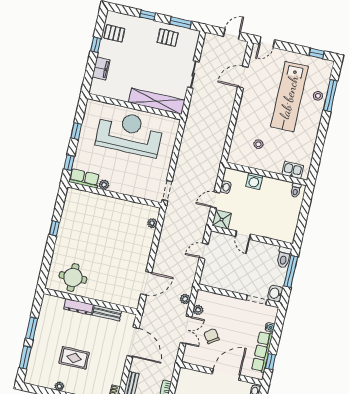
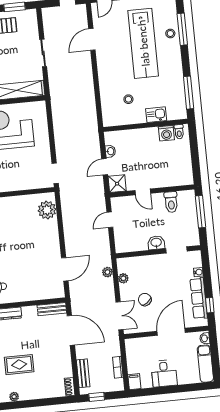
window: (317, 157) -> (189, 93), added
kitchen sink: (293, 170) -> (156, 115), moved
washing machine: (254, 181) -> (166, 133), moved
plant: (152, 223) -> (47, 210), width x1.88, depth x1.88
toilet: (284, 257) -> (171, 202), moved
washbasin: (275, 293) -> (156, 243), moved, turned 90
bench: (107, 313) -> (52, 309), moved
double door: (186, 330) -> (119, 316), moved

